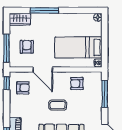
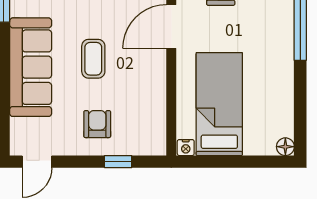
armchair: (77, 83) -> (97, 124), moved
window: (105, 94) -> (118, 162), width x0.46

